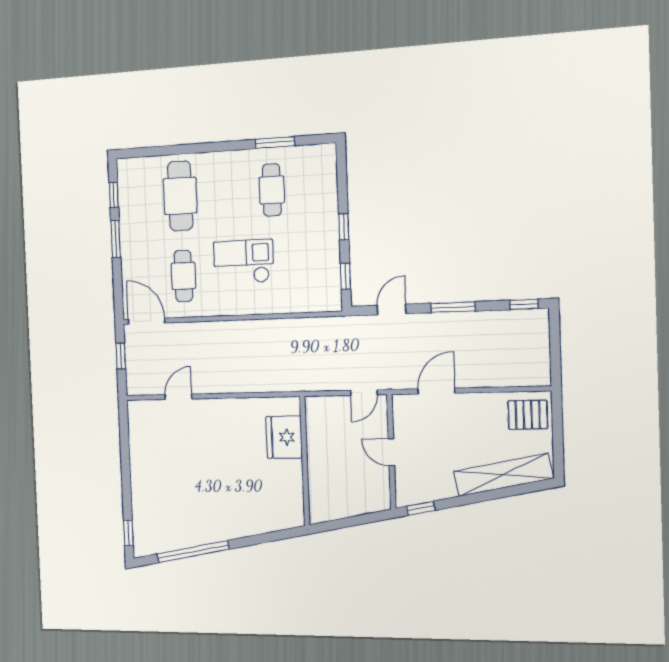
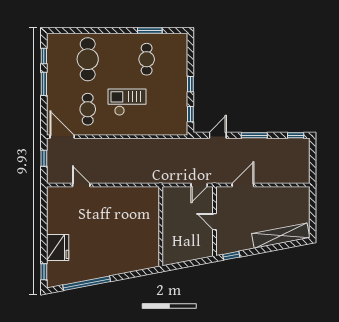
door: (178, 397) -> (81, 185), hinge flipped
pallet: (528, 415) -> (296, 200), removed
fridge: (284, 437) -> (58, 248), moved, turned 180

